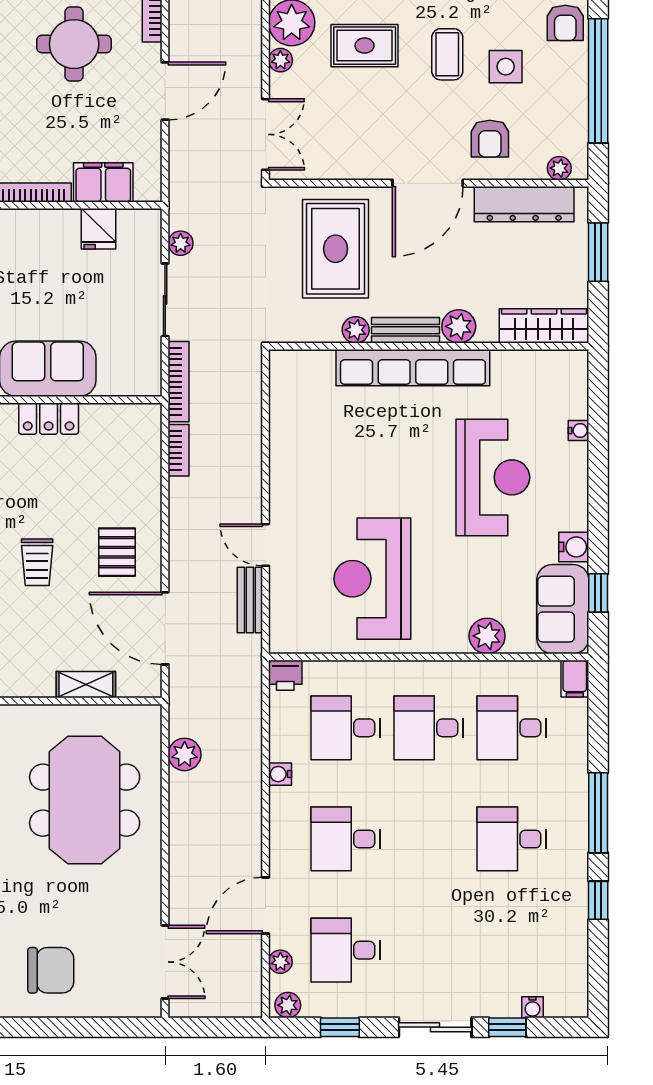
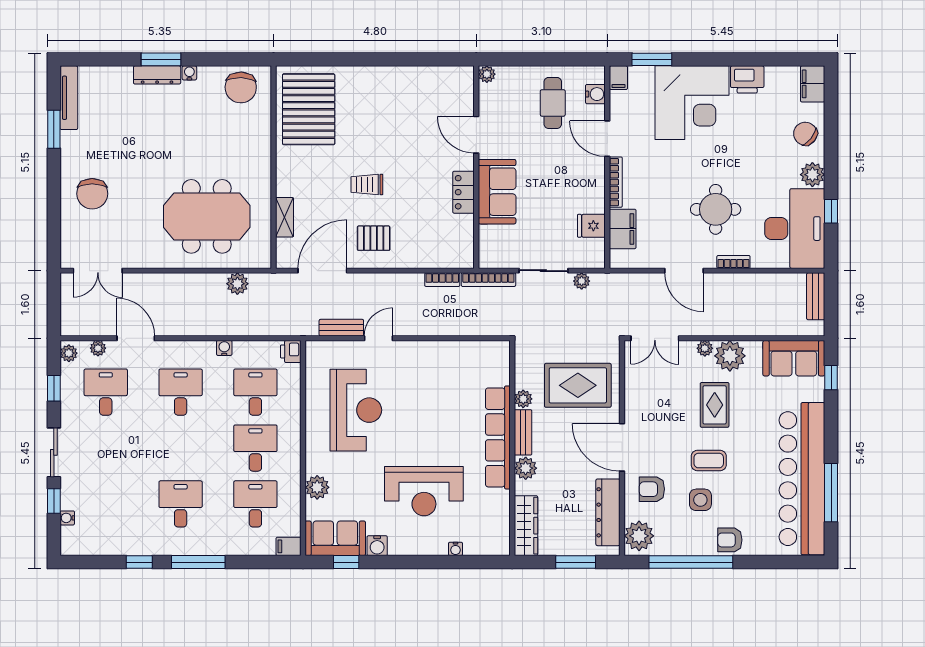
plant: (559, 168) -> (639, 536), width x1.88, depth x1.88
reception desk: (372, 579) -> (356, 410), turned 90

